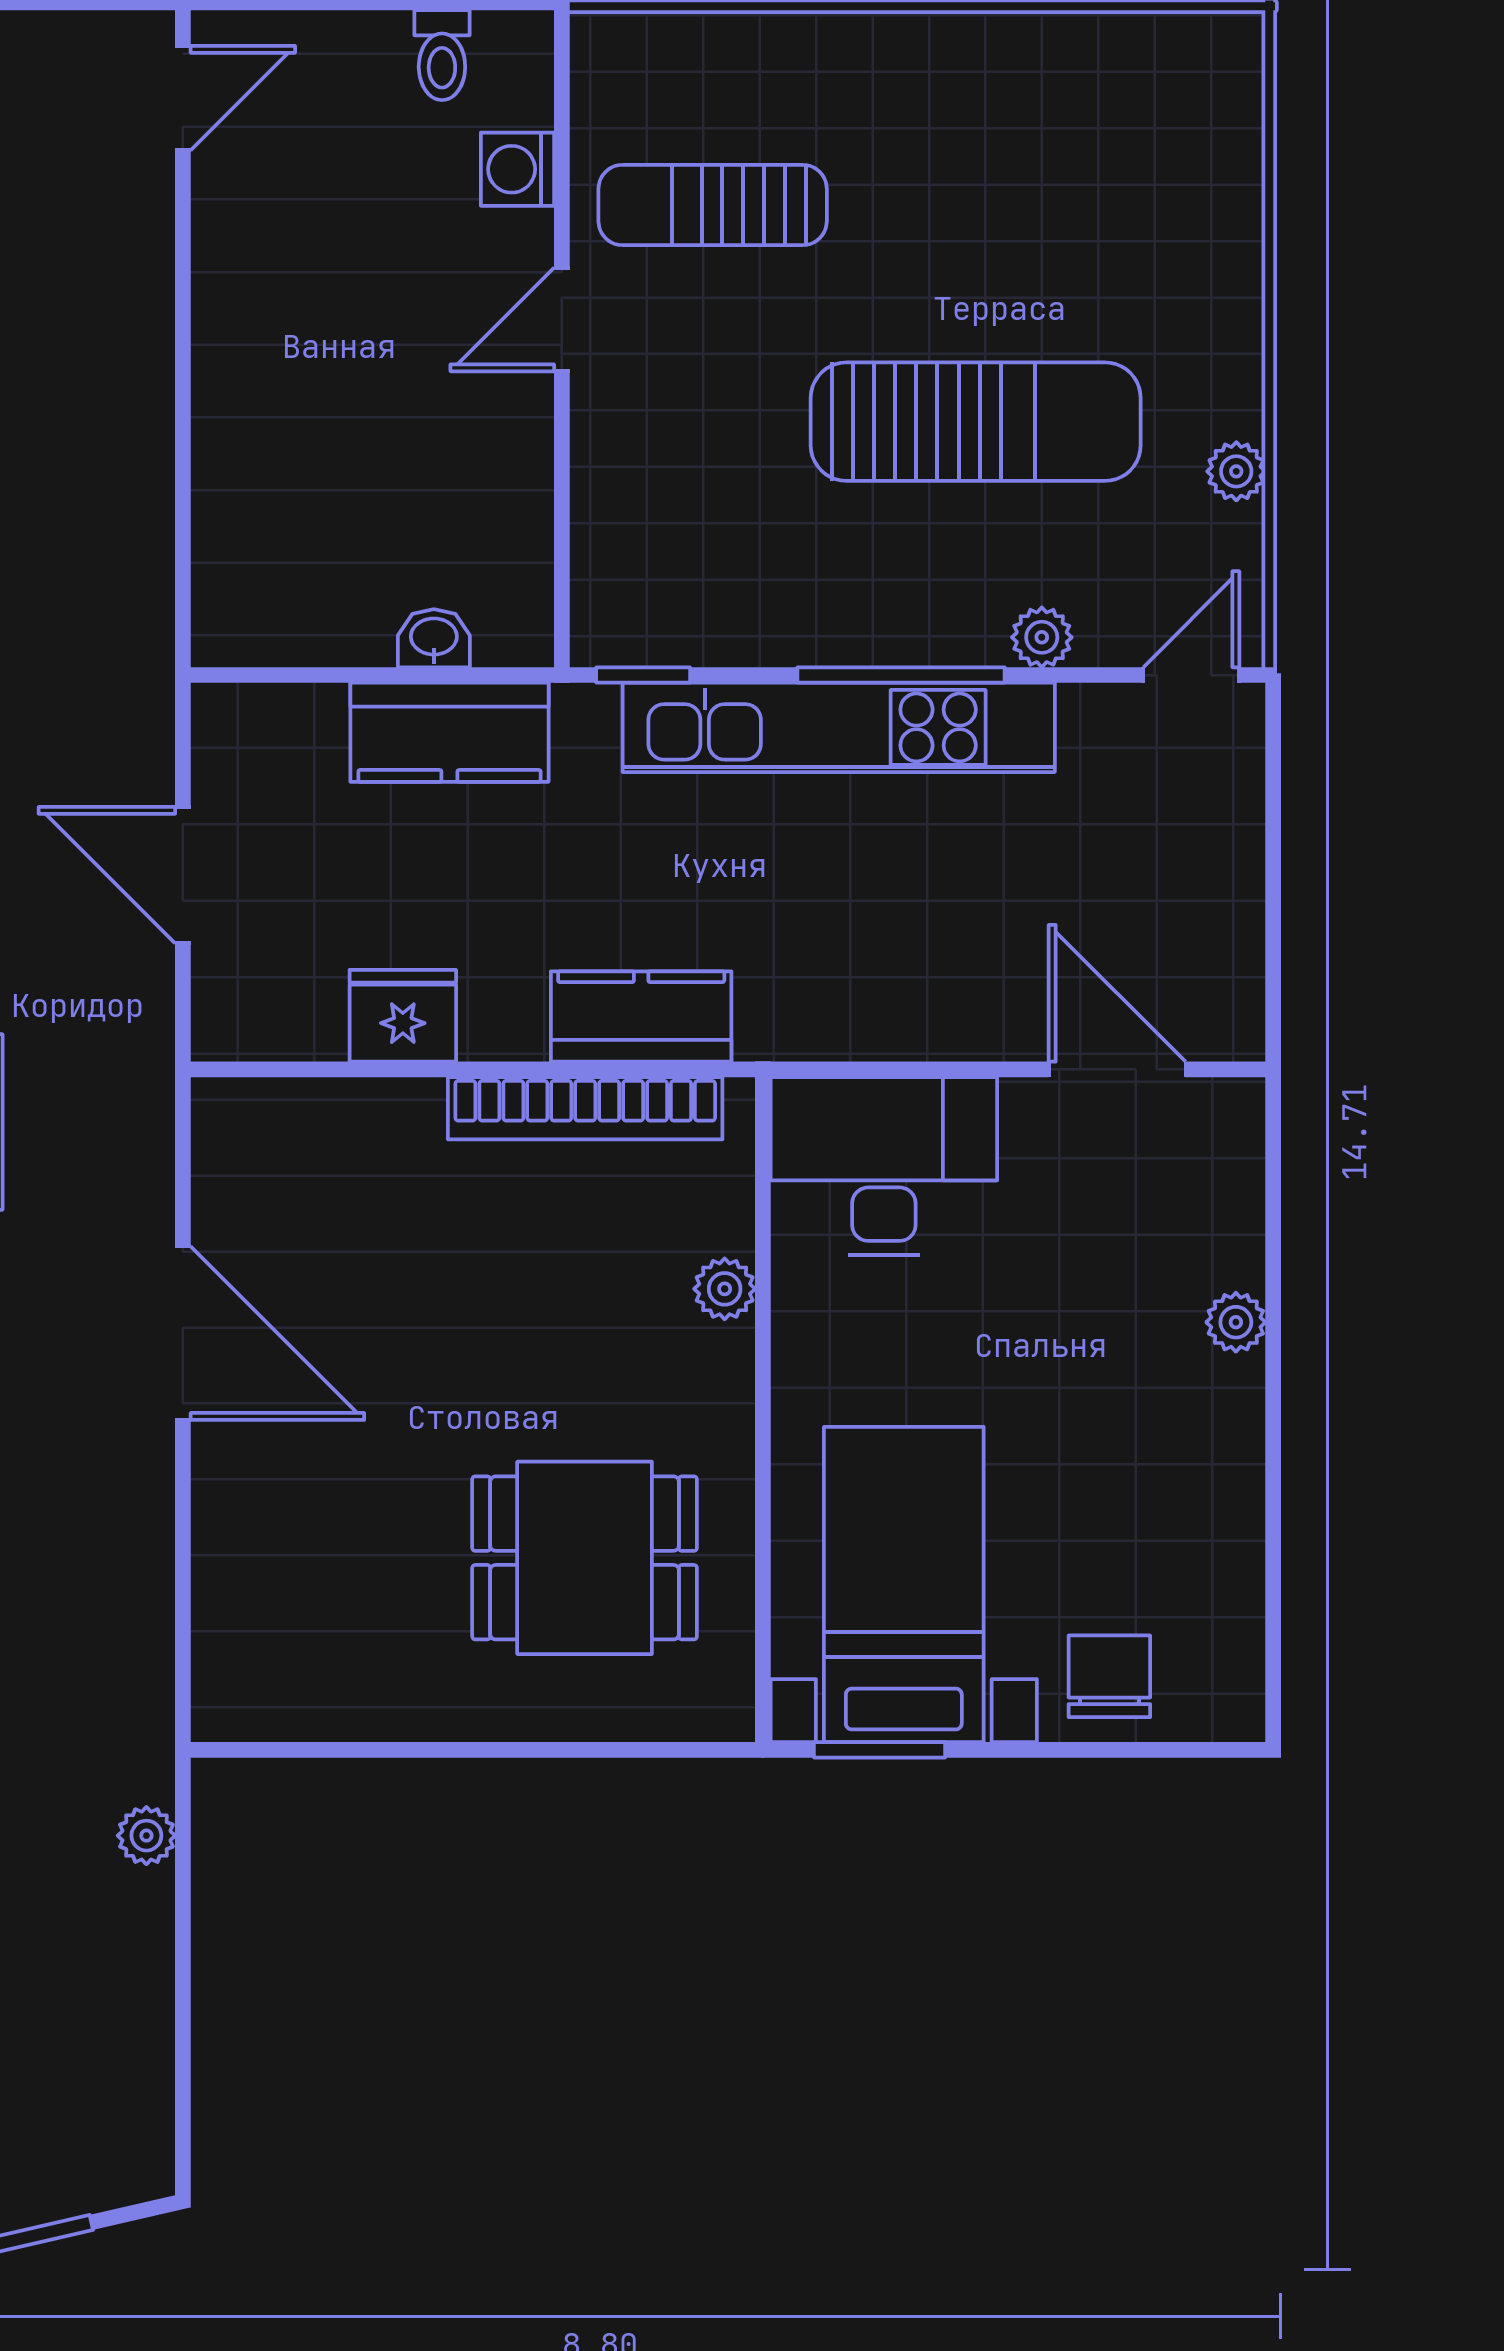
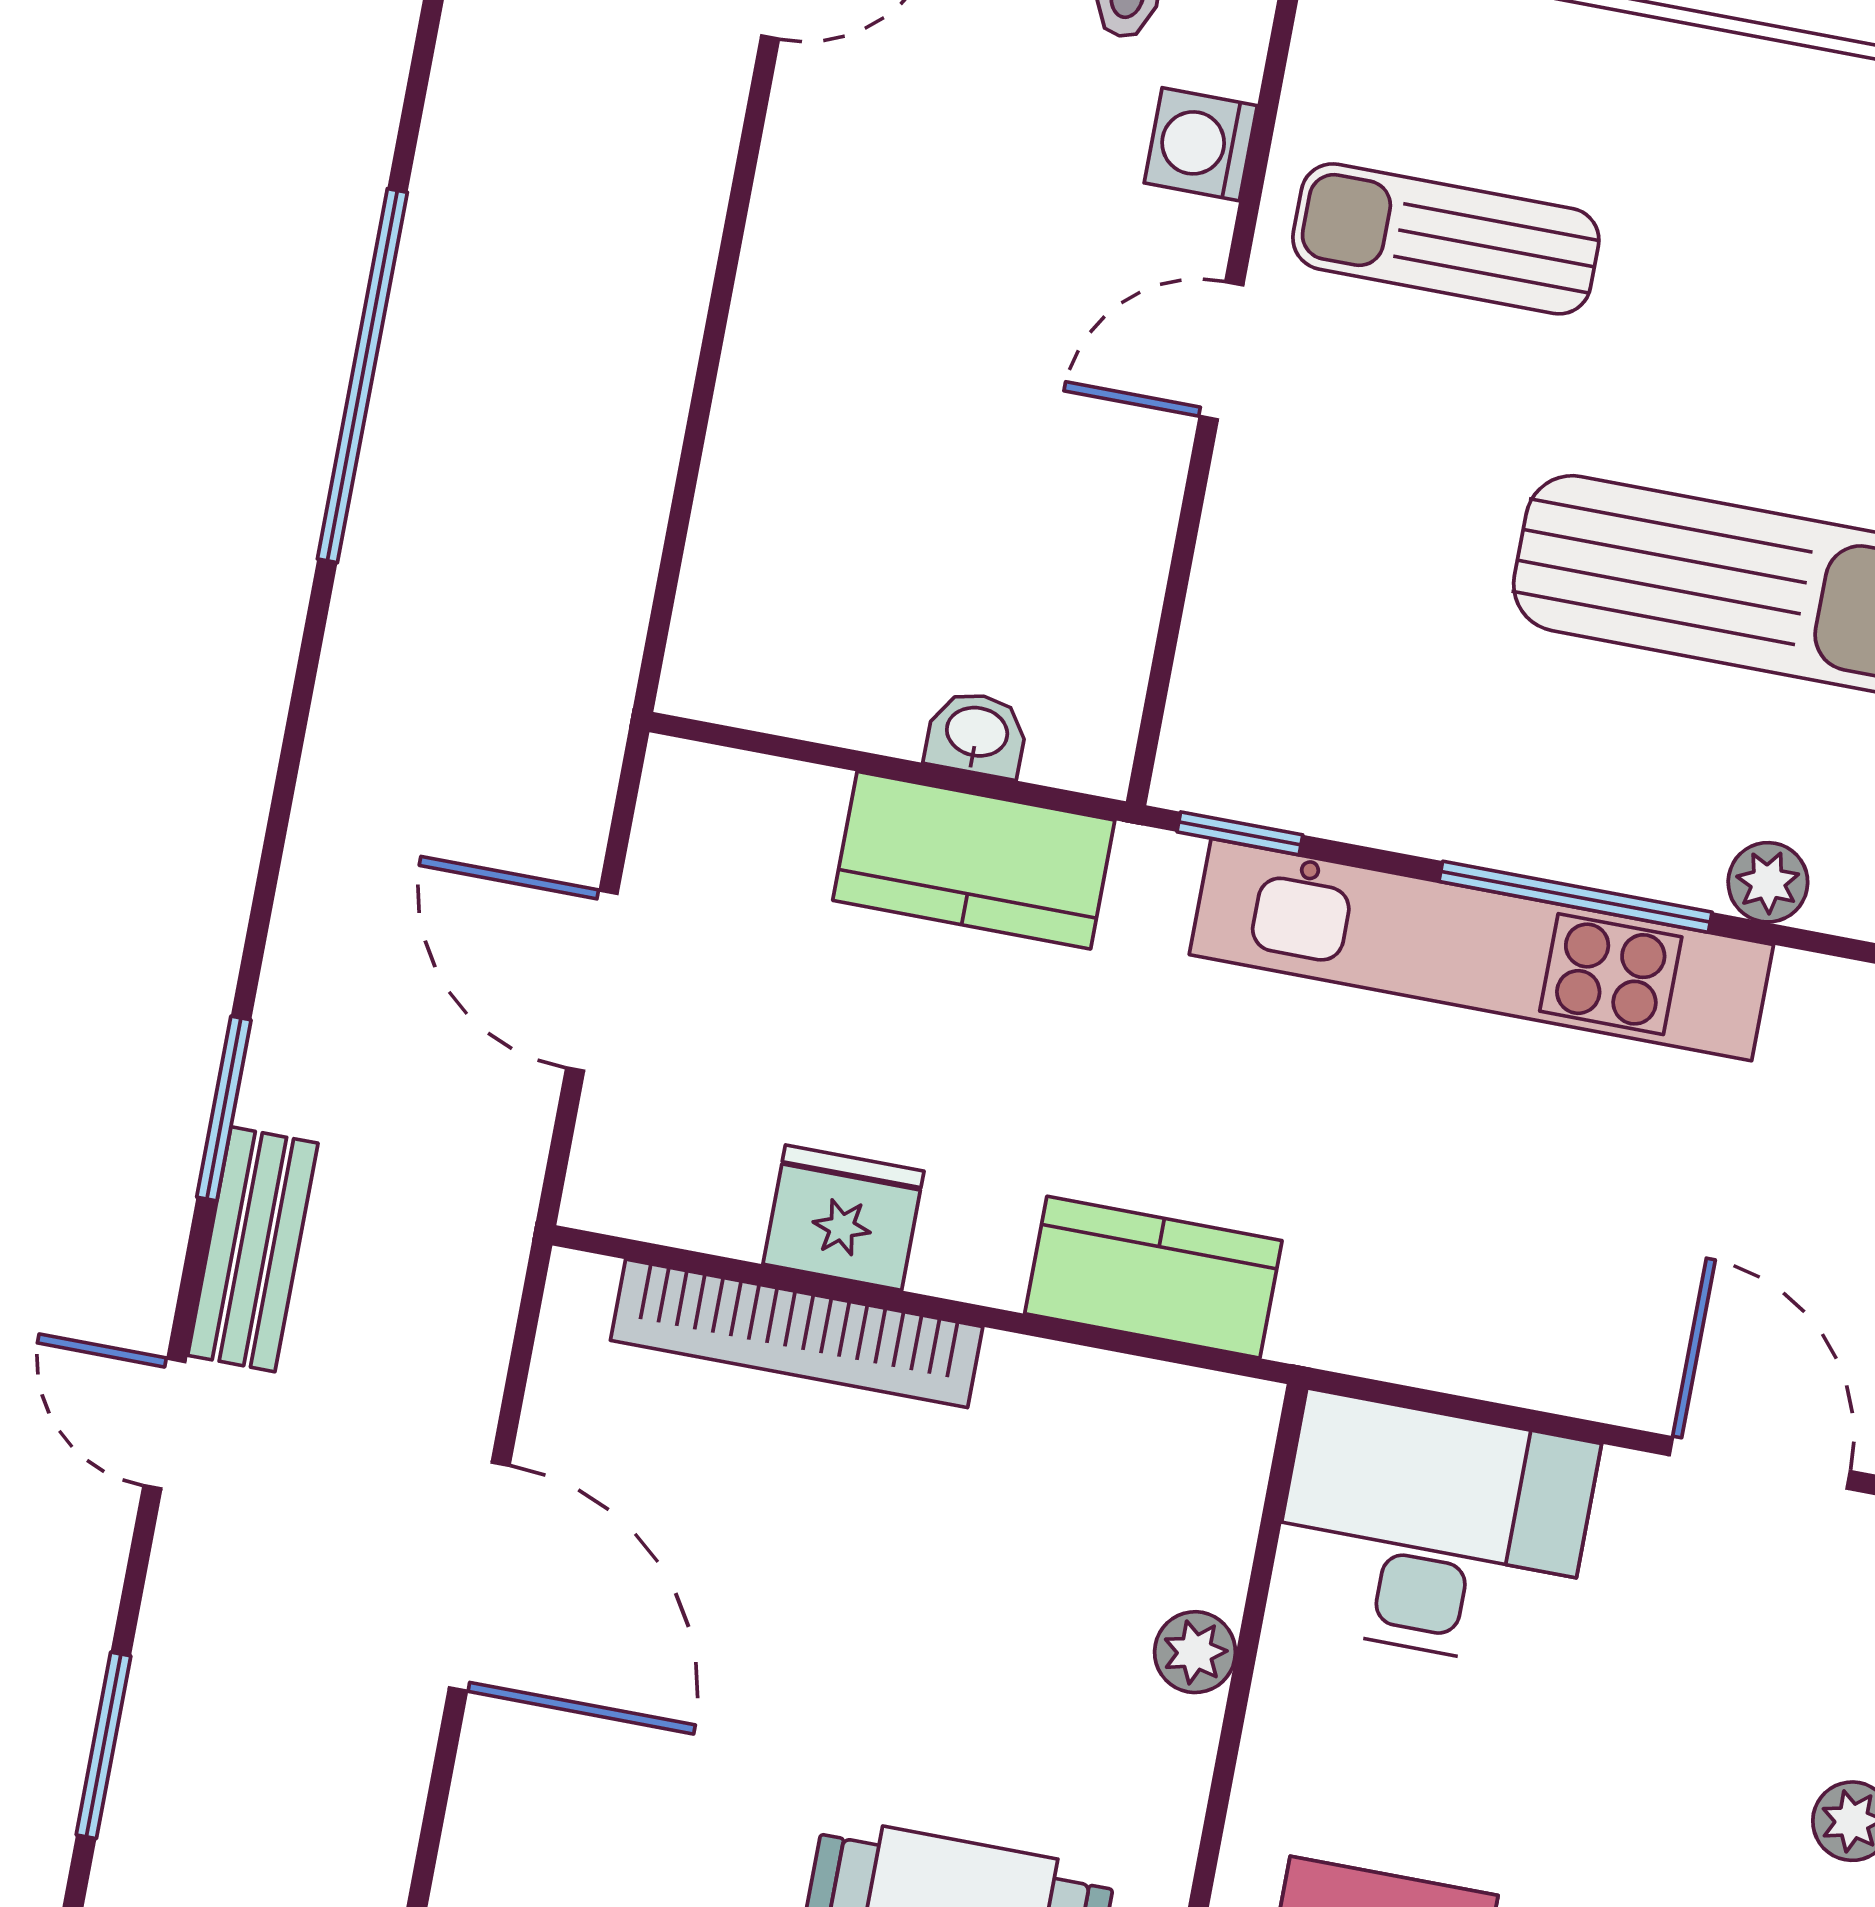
bookcase: (585, 1108) -> (797, 1333), moved

